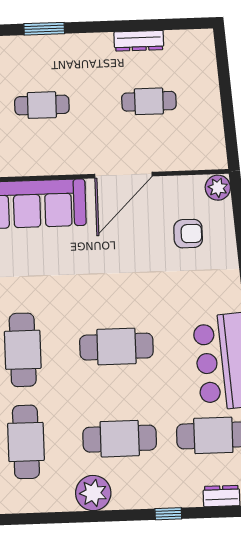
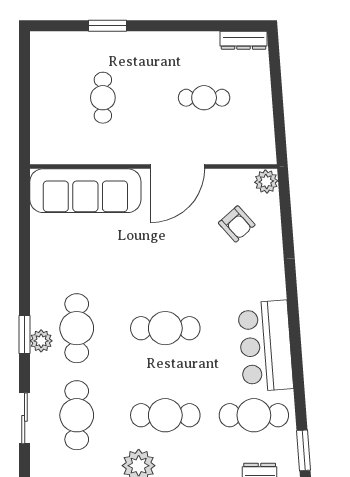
dresser: (139, 41) -> (244, 40), moved
cafe table: (42, 105) -> (103, 98), turned 90
armchair: (188, 234) -> (237, 224), turned 48

